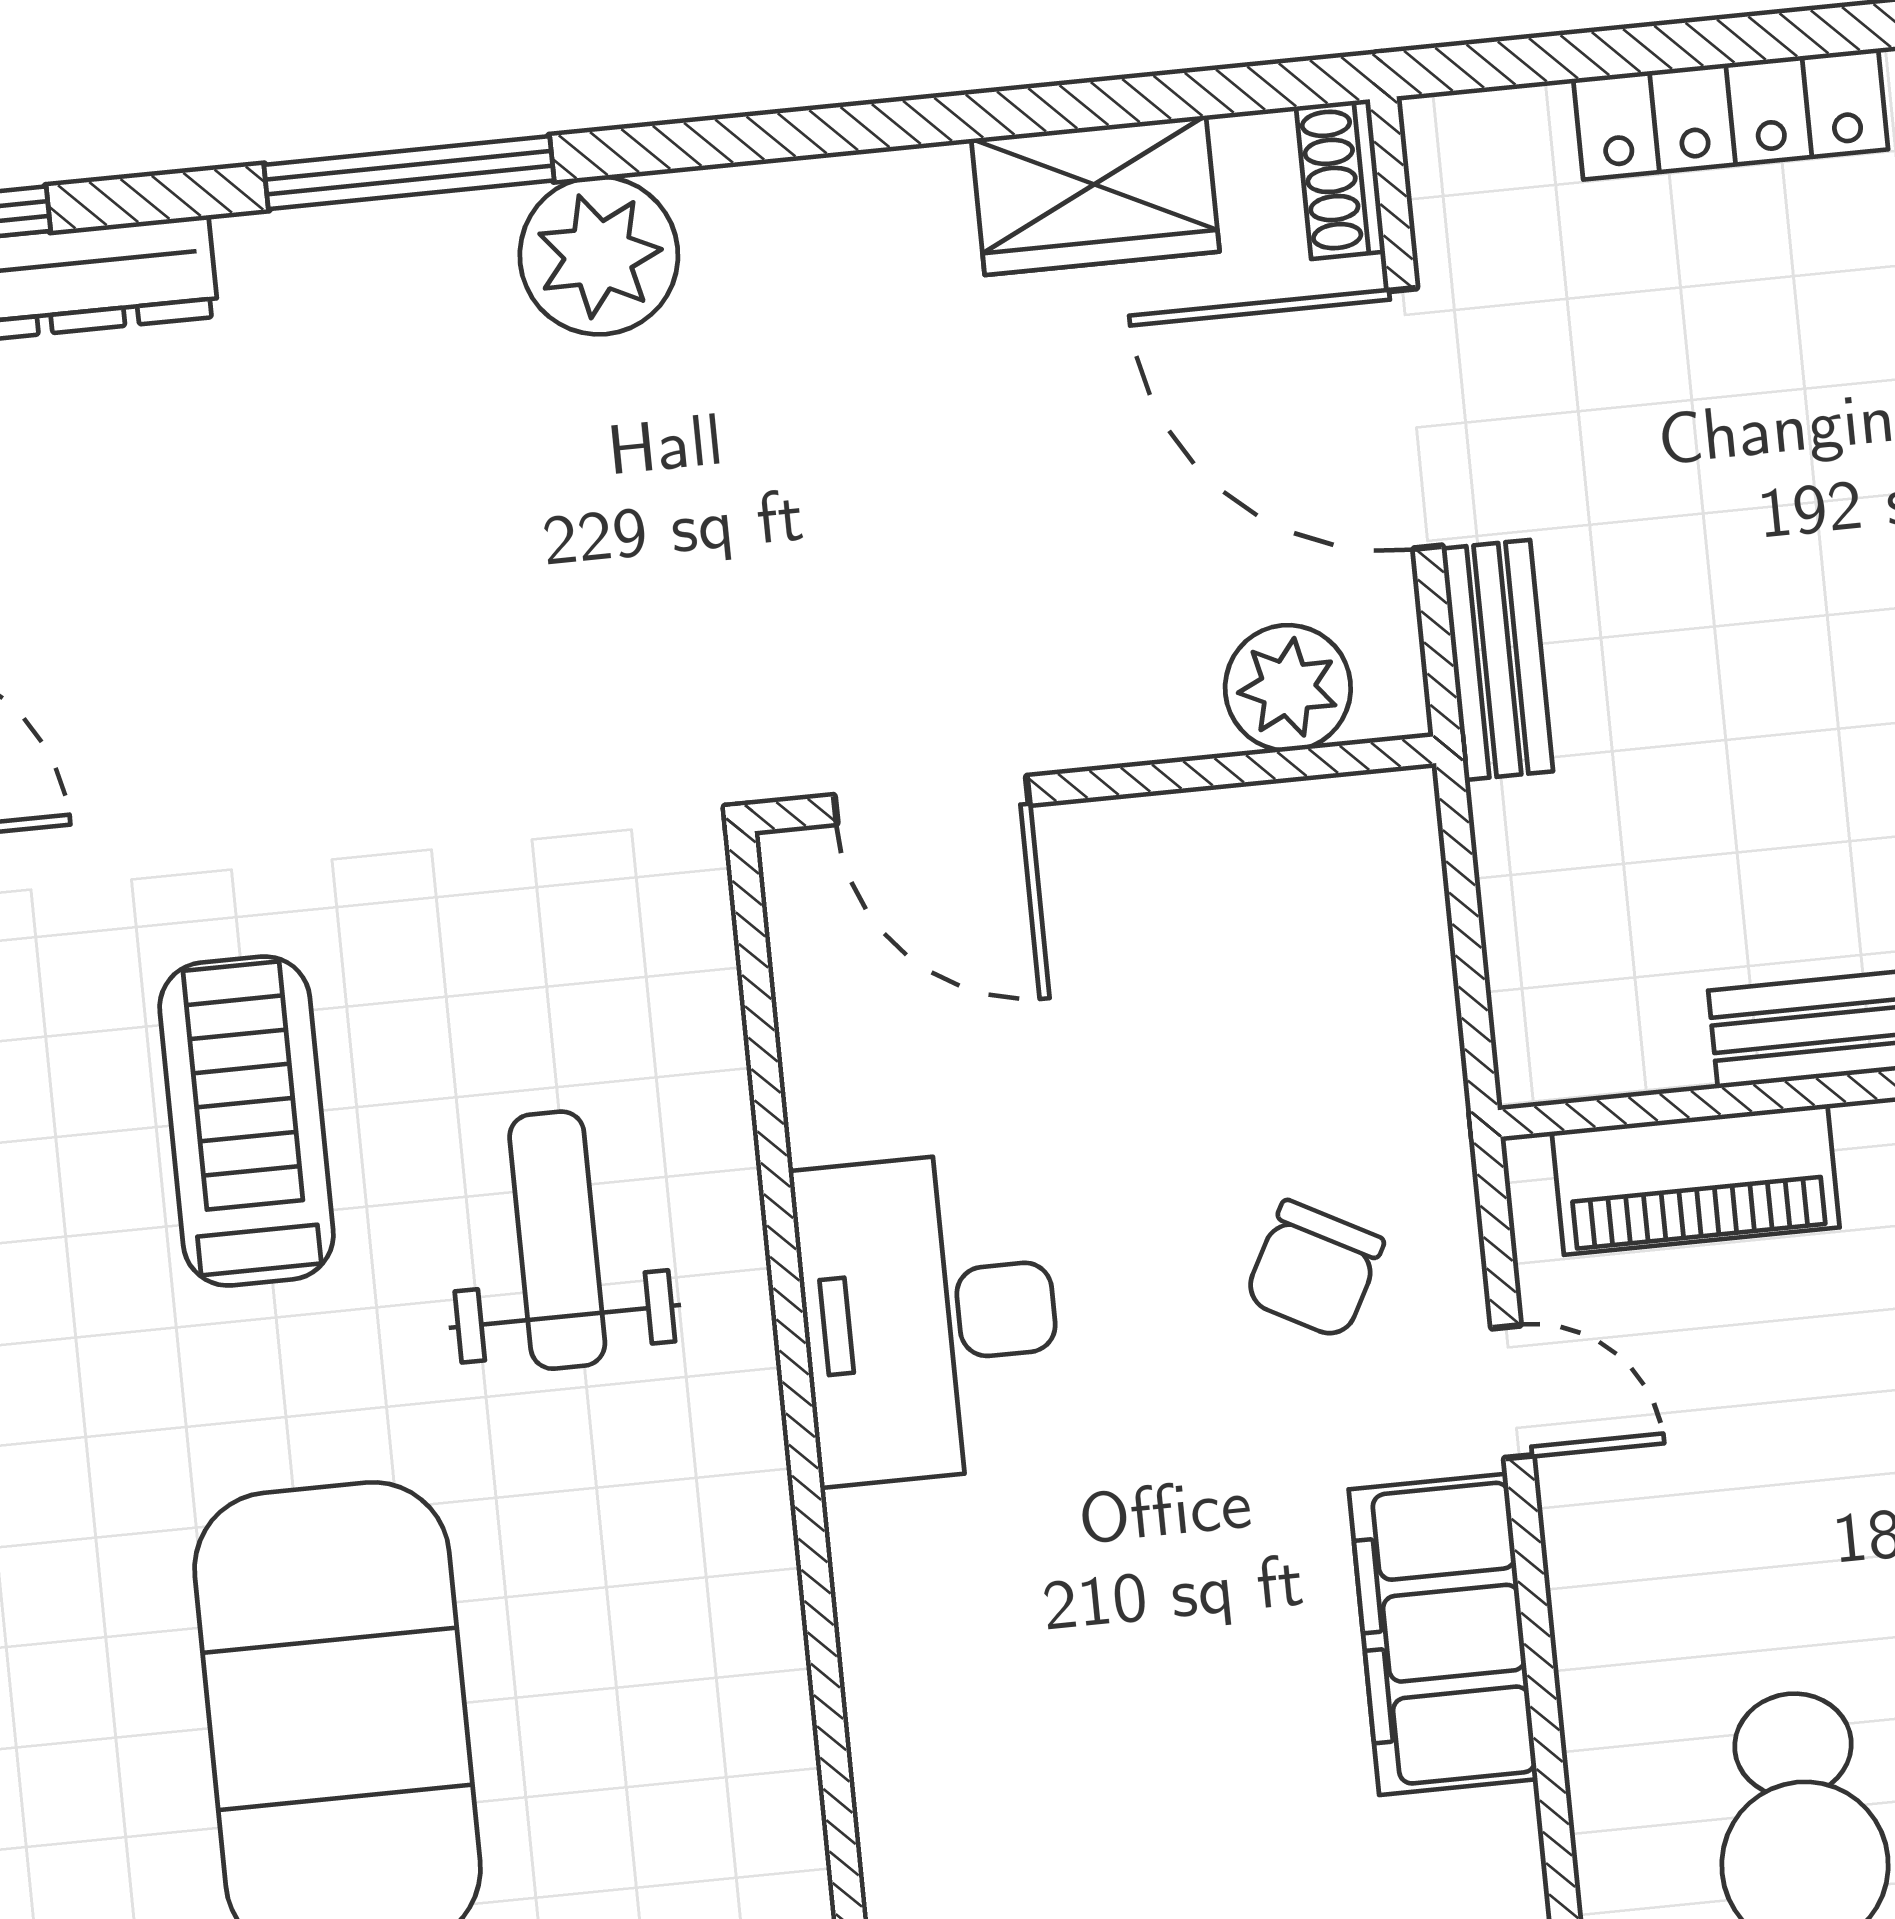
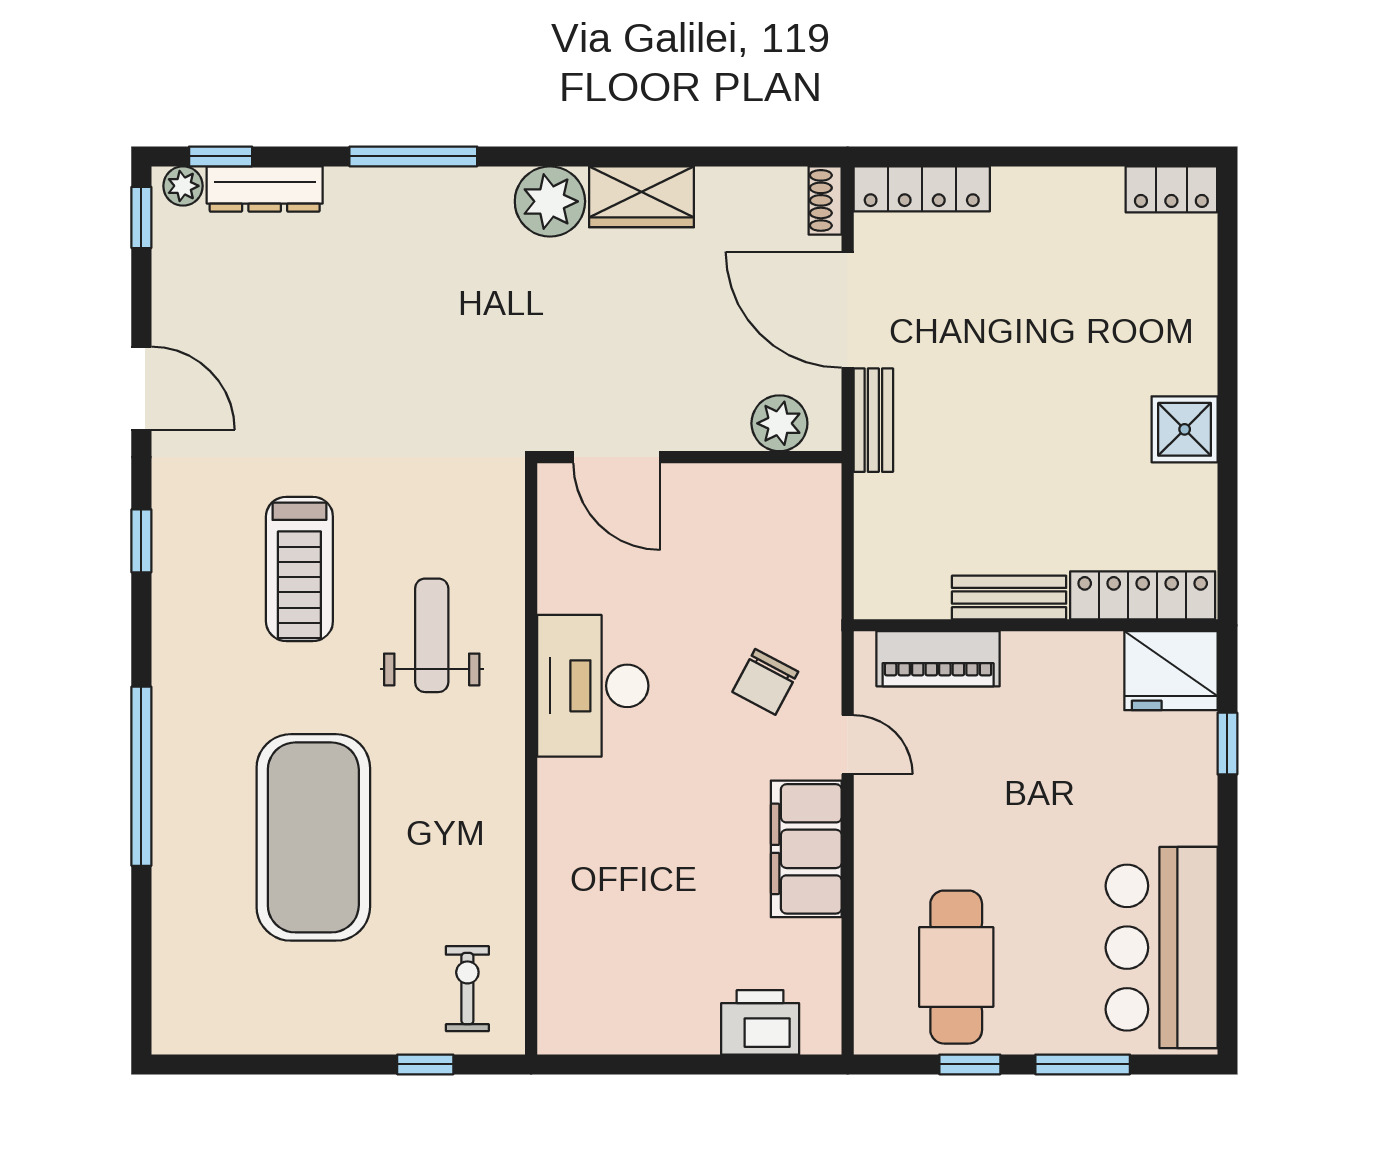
locker: (1731, 114) -> (922, 189), moved
wardrobe: (1095, 195) -> (642, 197), moved
plant: (599, 255) -> (550, 201), moved
treadmill: (246, 1121) -> (299, 569), turned 180

